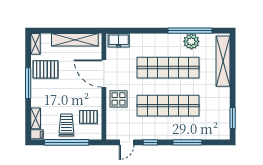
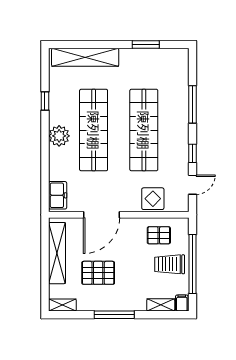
window: (190, 31) -> (45, 101), width x0.32
plant: (191, 41) -> (59, 136), moved
pallet: (45, 69) -> (98, 273), moved, turned 90
display table: (119, 99) -> (153, 199), moved
pallet: (88, 117) -> (159, 235), turned 90
window: (233, 118) -> (146, 45), moved
door: (127, 142) -> (192, 185), hinge flipped

